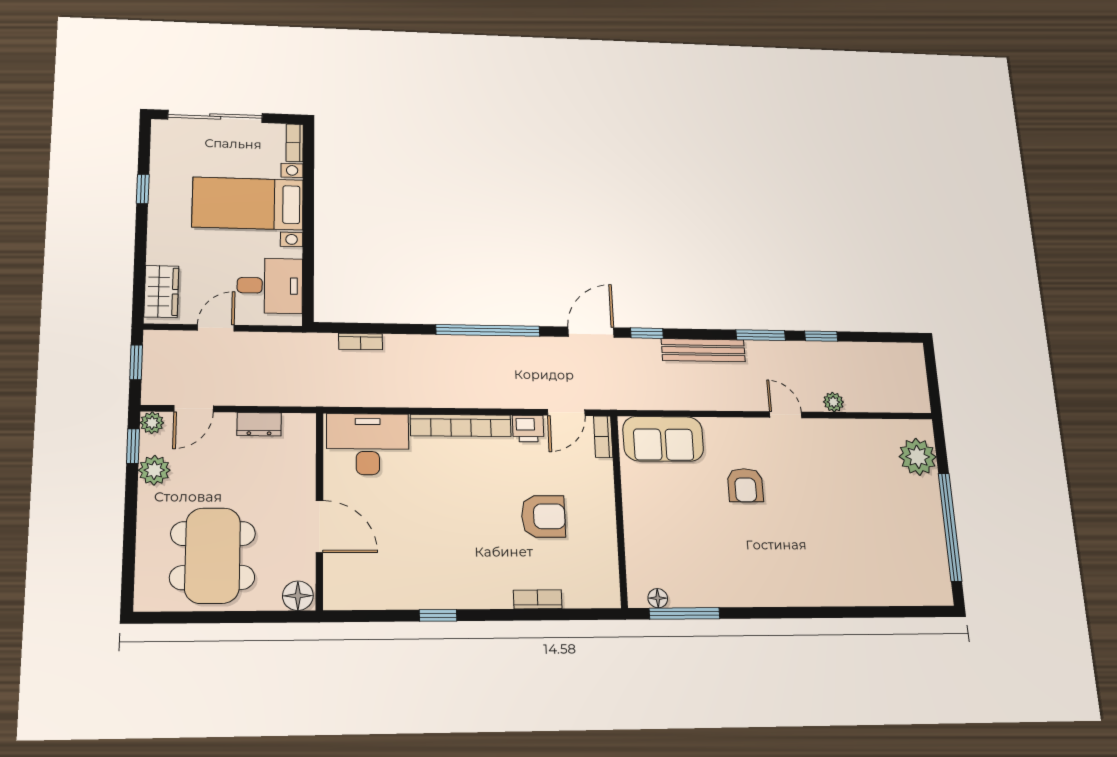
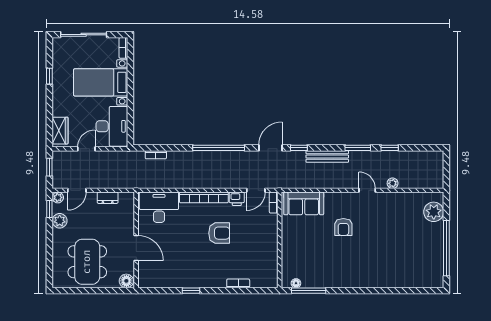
desk: (270, 286) -> (112, 126), width x1.37
armchair: (543, 516) -> (219, 233), moved

